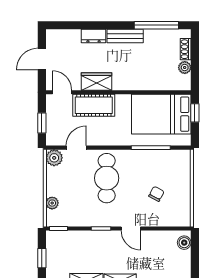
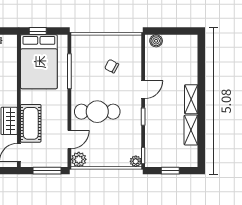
window: (42, 123) -> (47, 171), width x1.50
door: (76, 148) -> (69, 139), swing flipped
plant: (52, 203) -> (136, 161), moved

